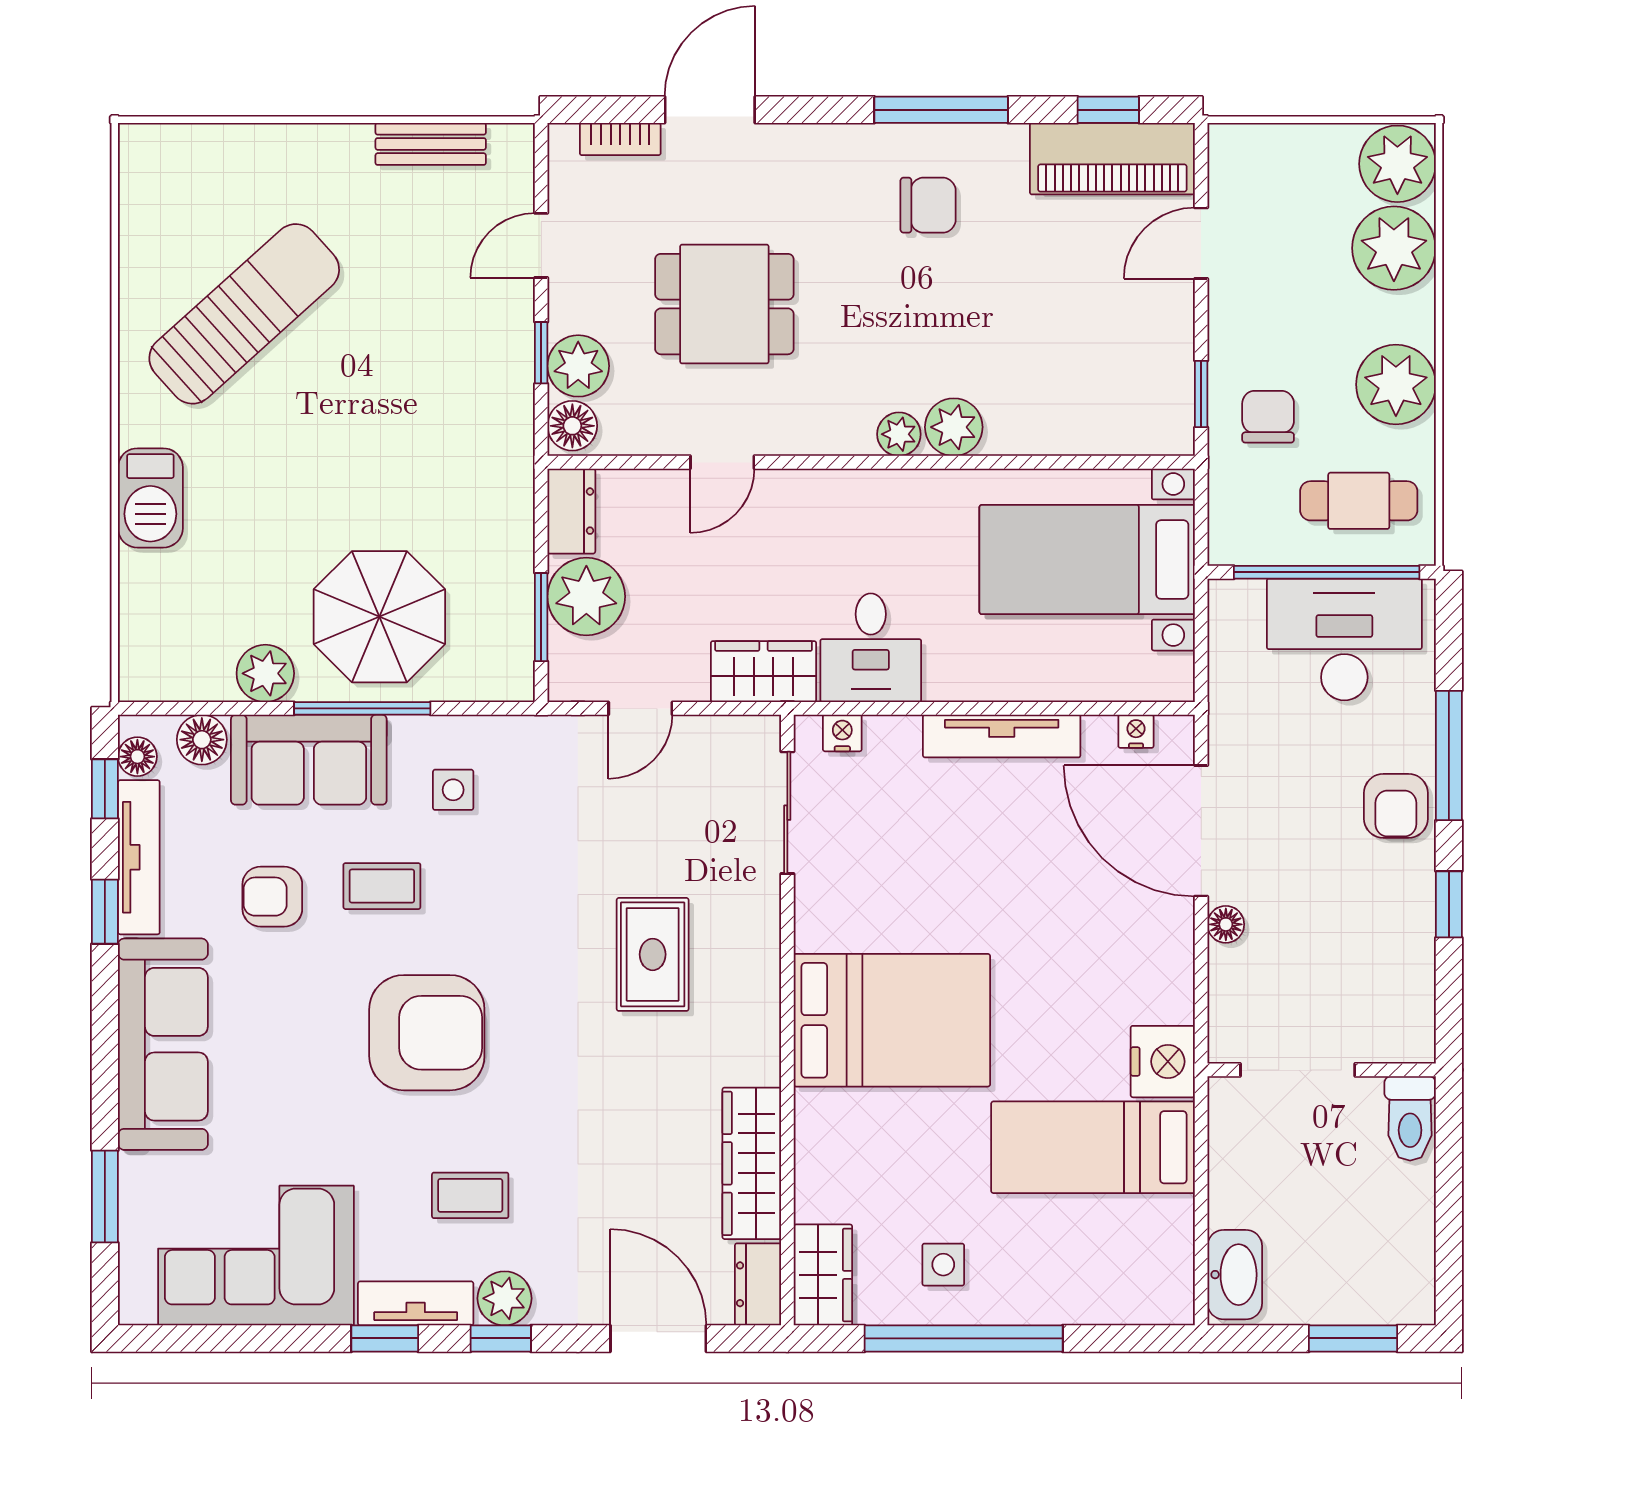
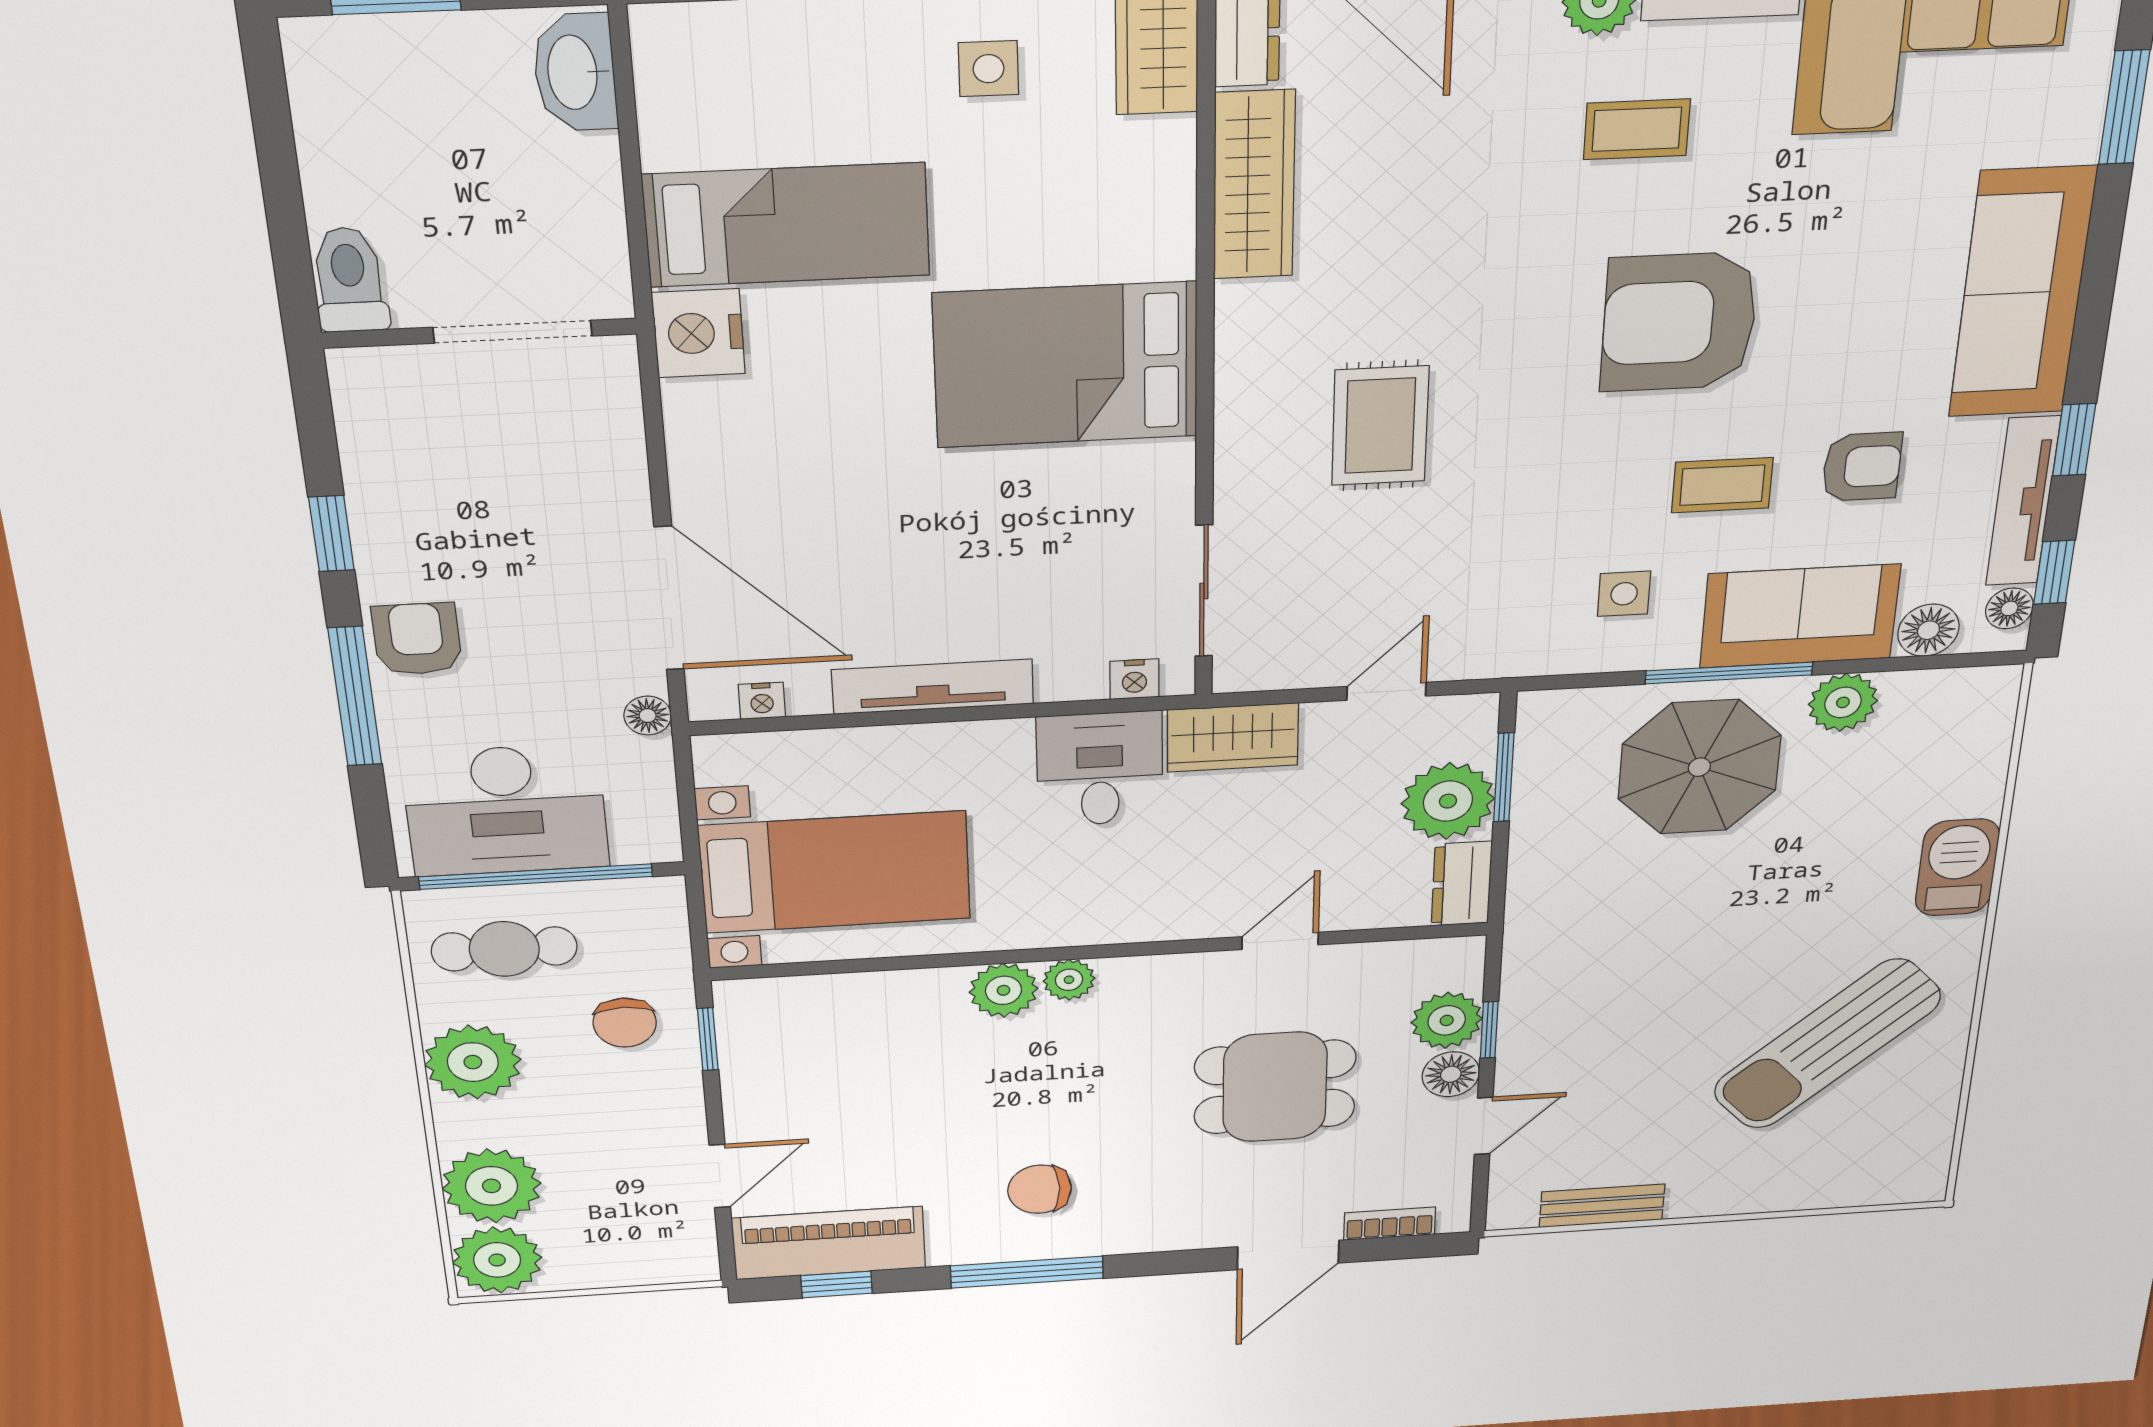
floor lamp: (572, 426) -> (1451, 1074), moved
floor lamp: (1226, 924) -> (648, 716), moved

